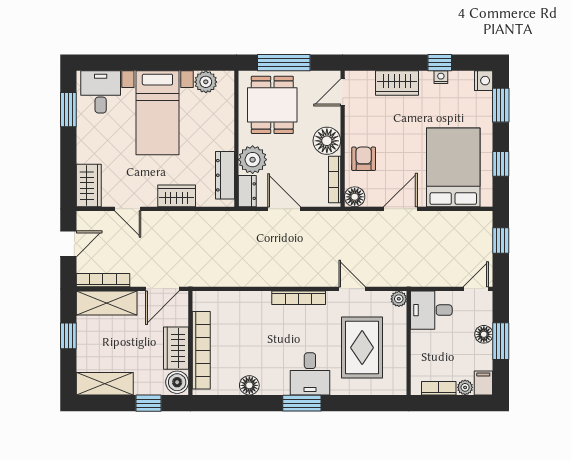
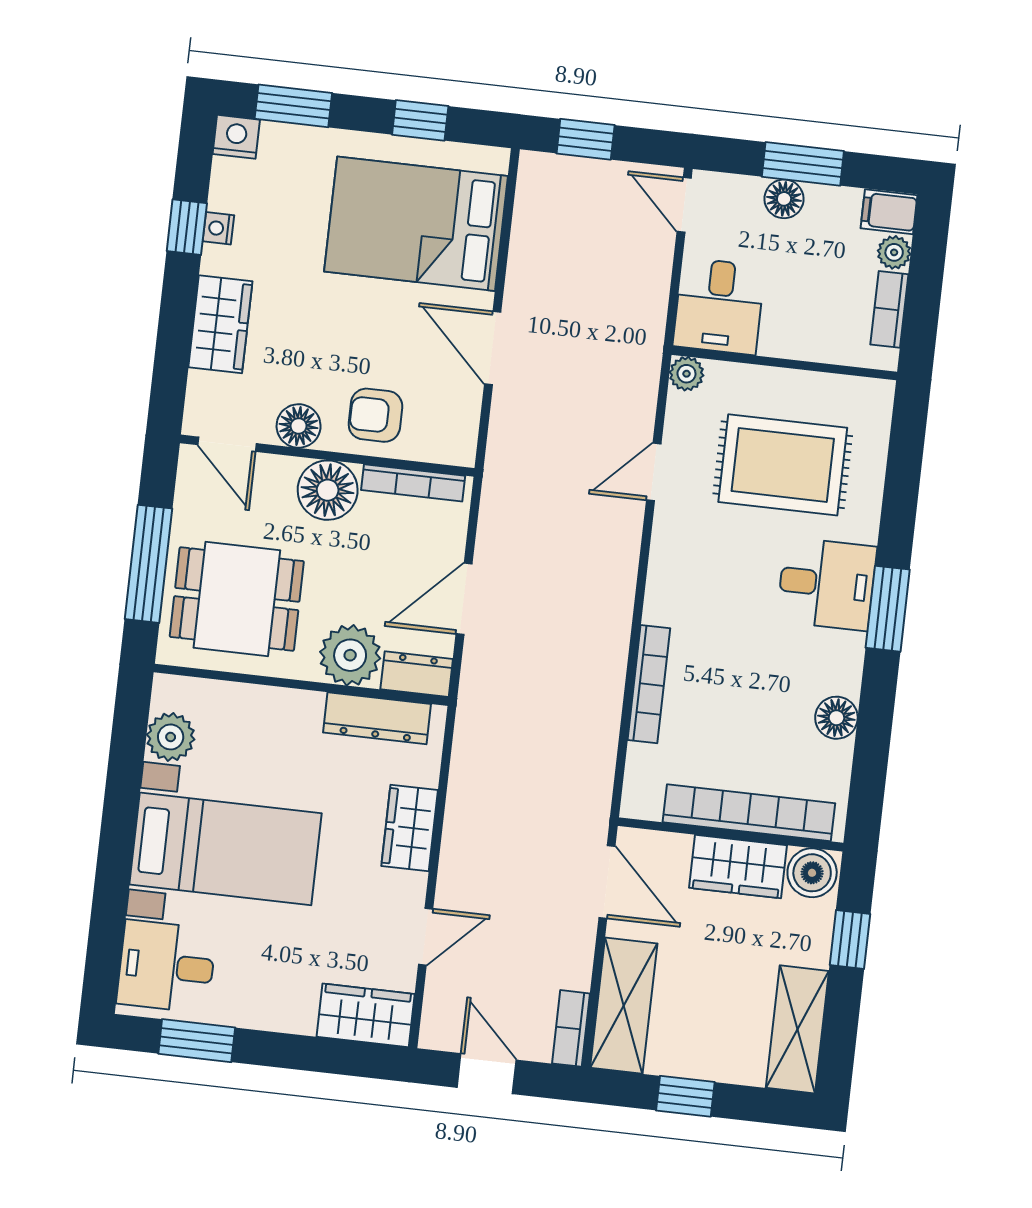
floor lamp: (355, 197) -> (299, 426), moved
bookcase: (103, 280) -> (571, 1028), width x0.64
bookcase: (299, 298) -> (649, 684), moved

